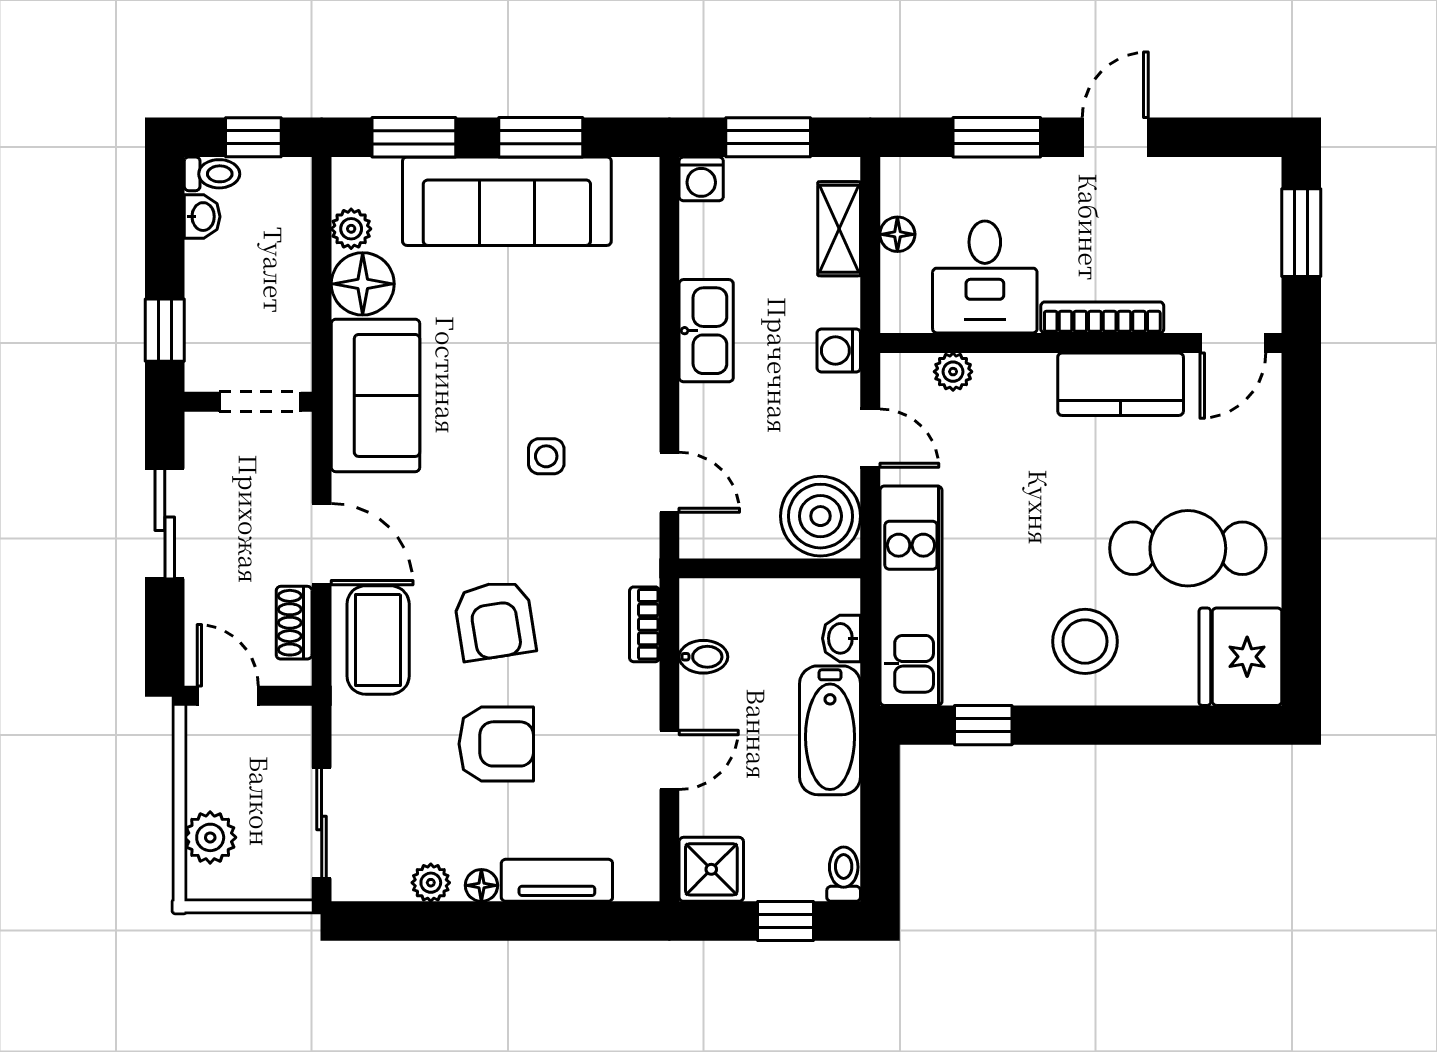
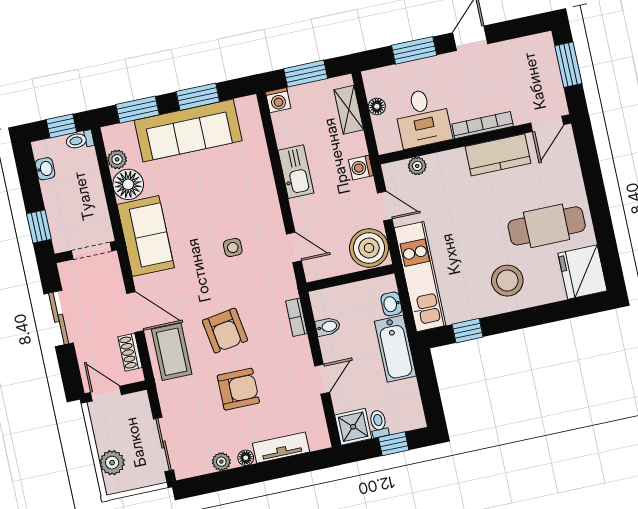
toilet: (212, 174) -> (80, 140), moved, turned 180
toilet: (844, 874) -> (379, 424), moved

